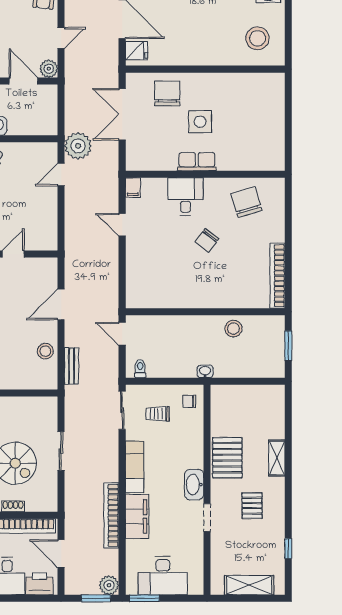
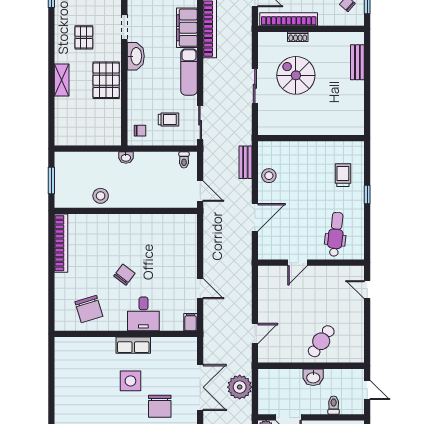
plant: (78, 146) -> (240, 387), moved

